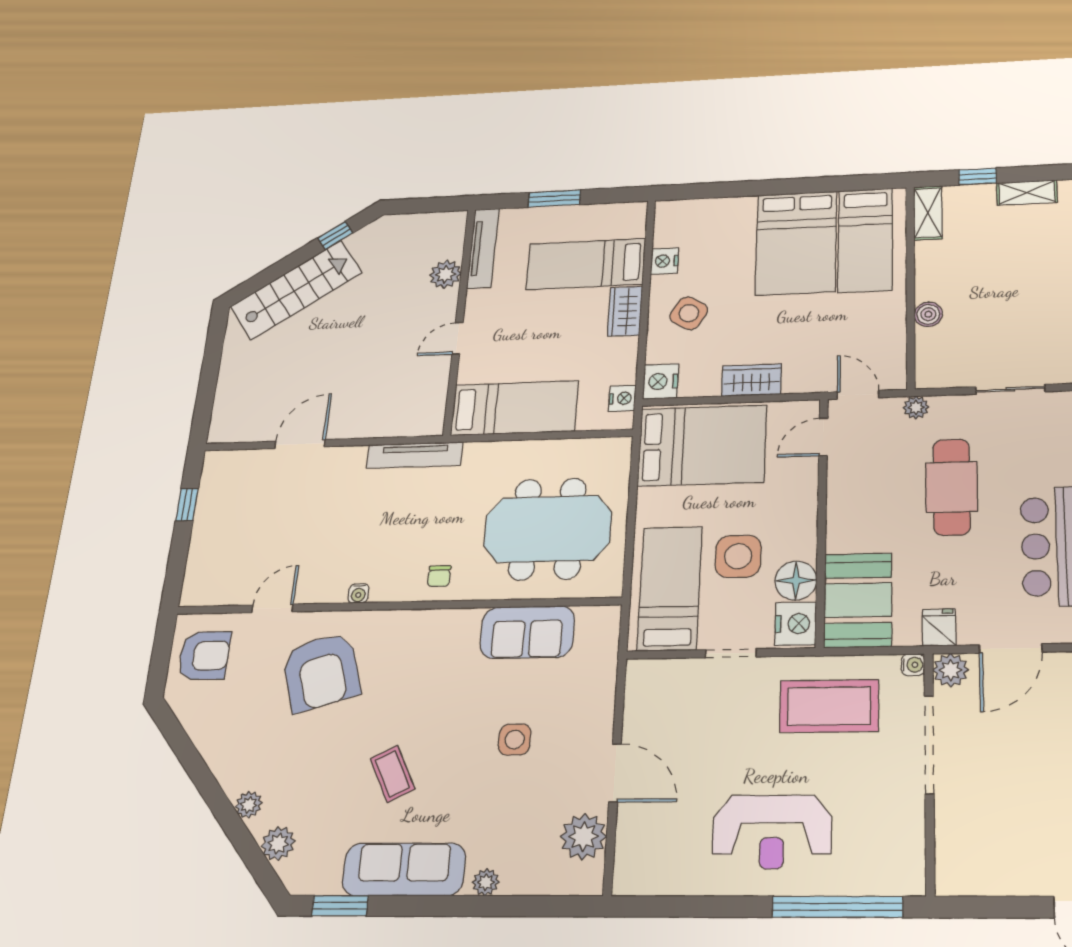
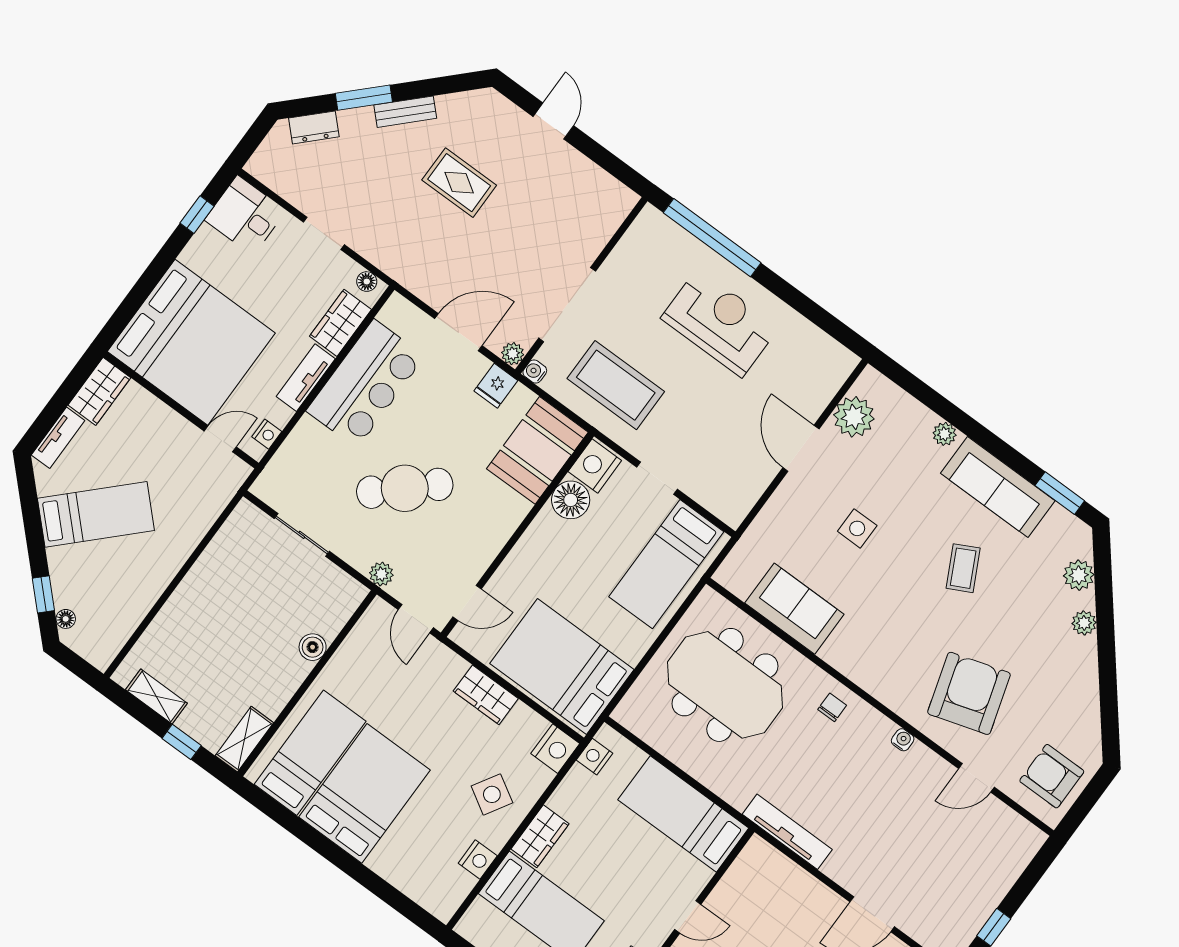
cafe table: (952, 487) -> (405, 488), turned 47
side table: (738, 556) -> (599, 552), removed
plant: (951, 670) -> (513, 354), width x0.73, depth x0.73

